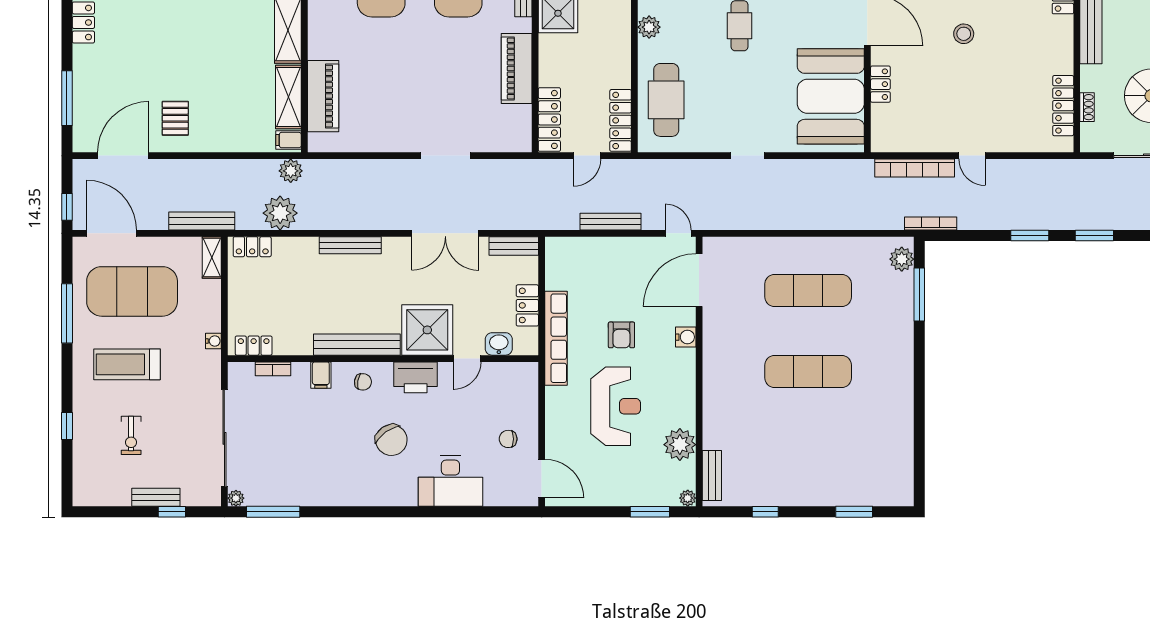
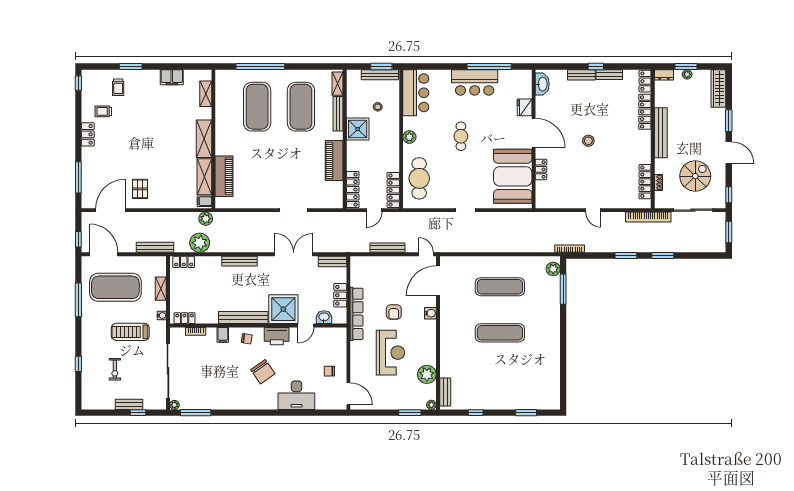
bookcase: (915, 168) -> (648, 217), moved
double door: (445, 233) -> (294, 254), swing flipped
shelving: (212, 257) -> (161, 289), moved
treadmill: (127, 364) -> (130, 332), moved

